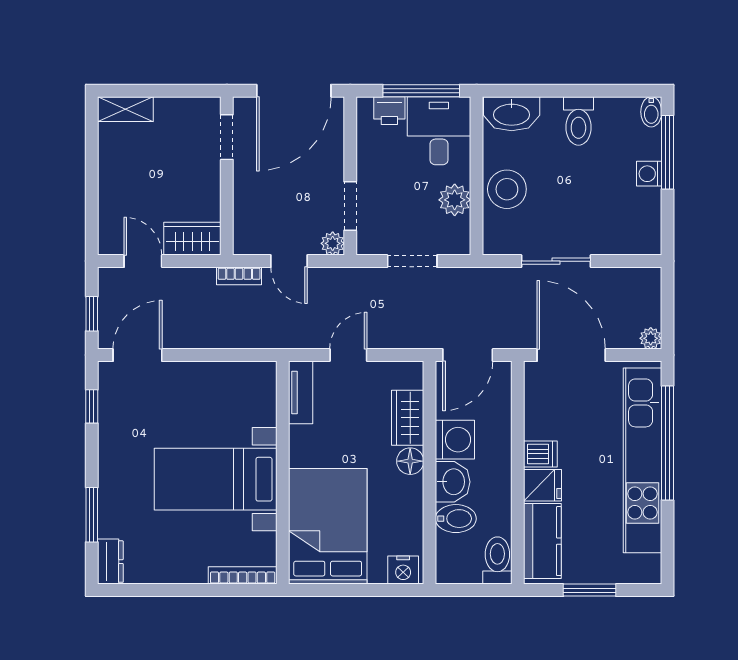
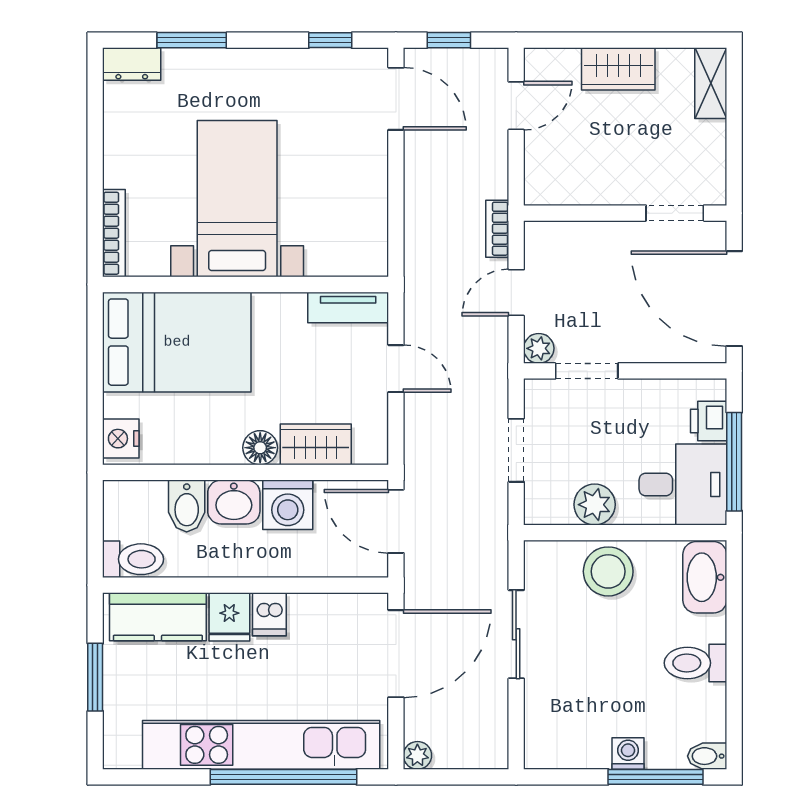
wardrobe: (192, 239) -> (618, 69), moved, turned 90

